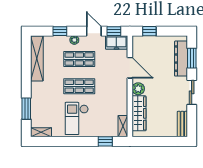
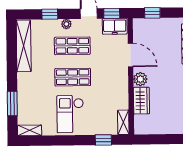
wardrobe: (139, 113) -> (141, 101), width x0.67

